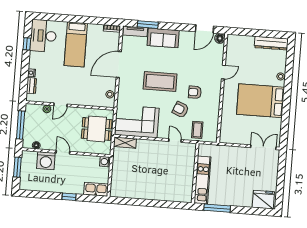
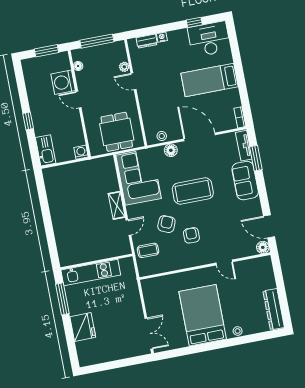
coffee table: (160, 82) -> (193, 191), turned 90
floor lamp: (123, 90) -> (171, 150), added
shelving: (125, 143) -> (117, 205), moved
door: (63, 152) -> (78, 100), swing flipped
fridge: (263, 200) -> (83, 327), moved

